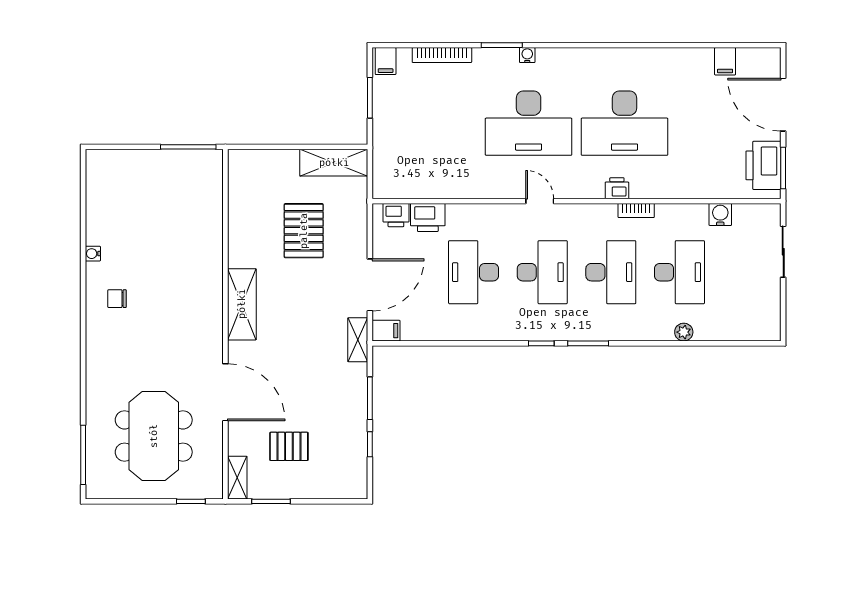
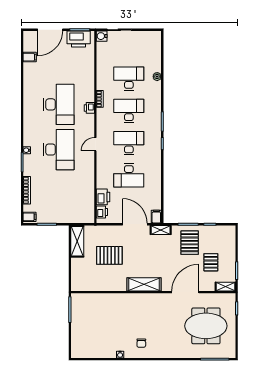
water cooler: (720, 214) -> (102, 36), moved
pallet: (331, 401) -> (190, 243), added

